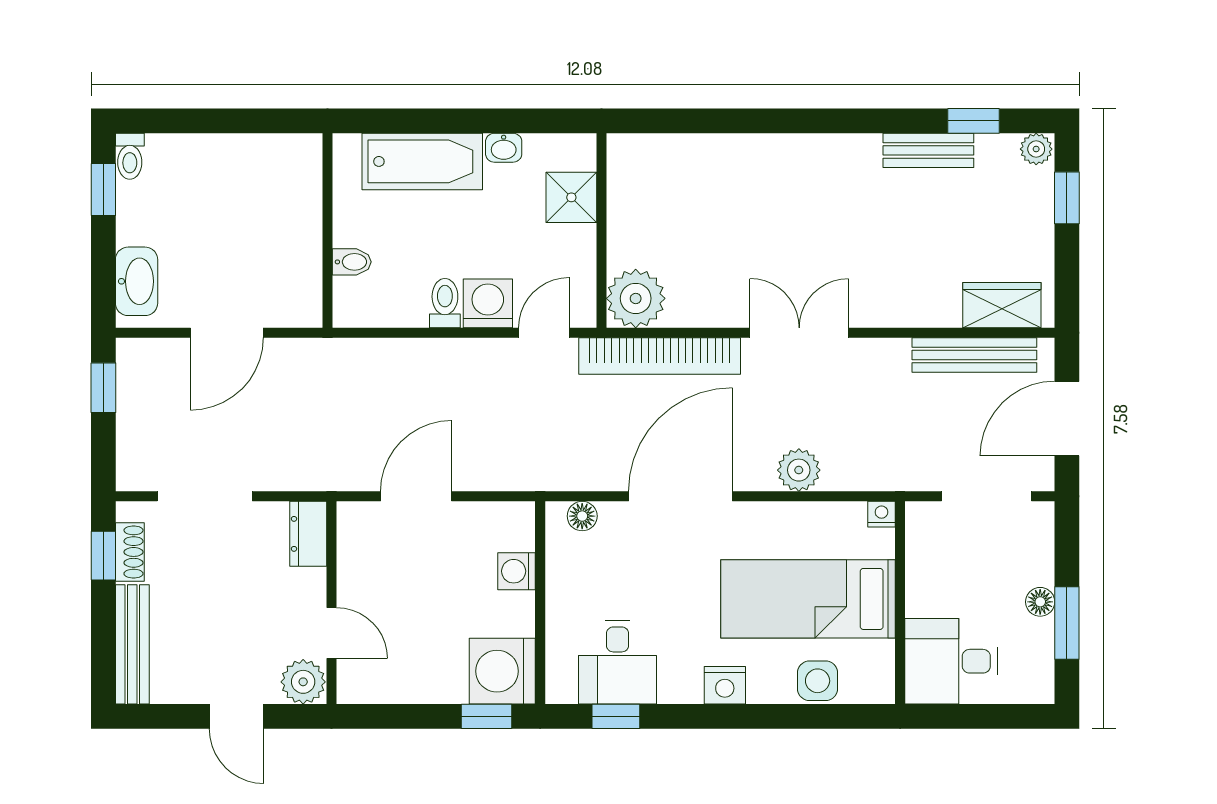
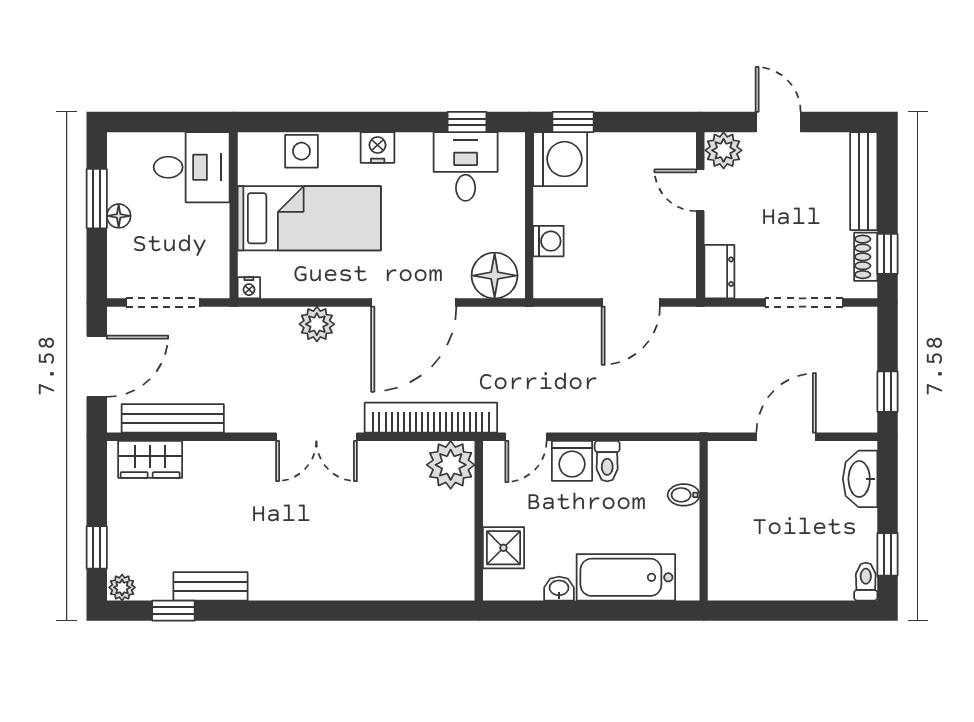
floor lamp: (582, 516) -> (495, 276), width x1.89, depth x1.89

